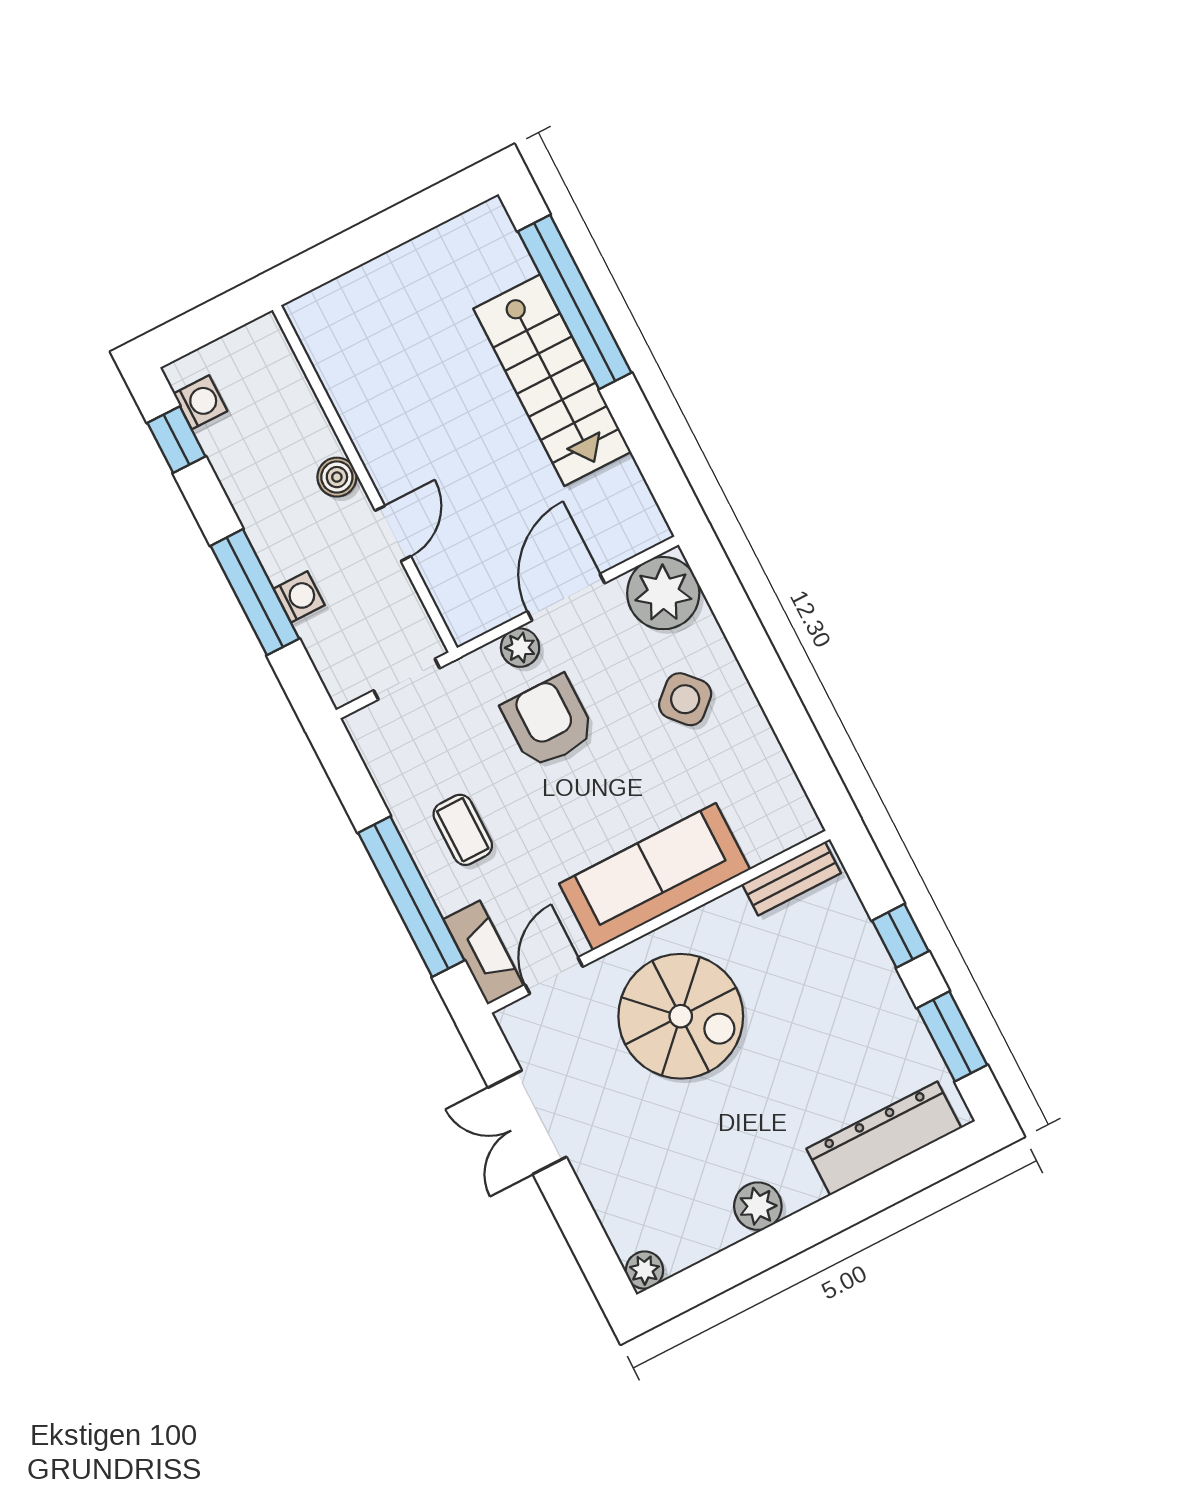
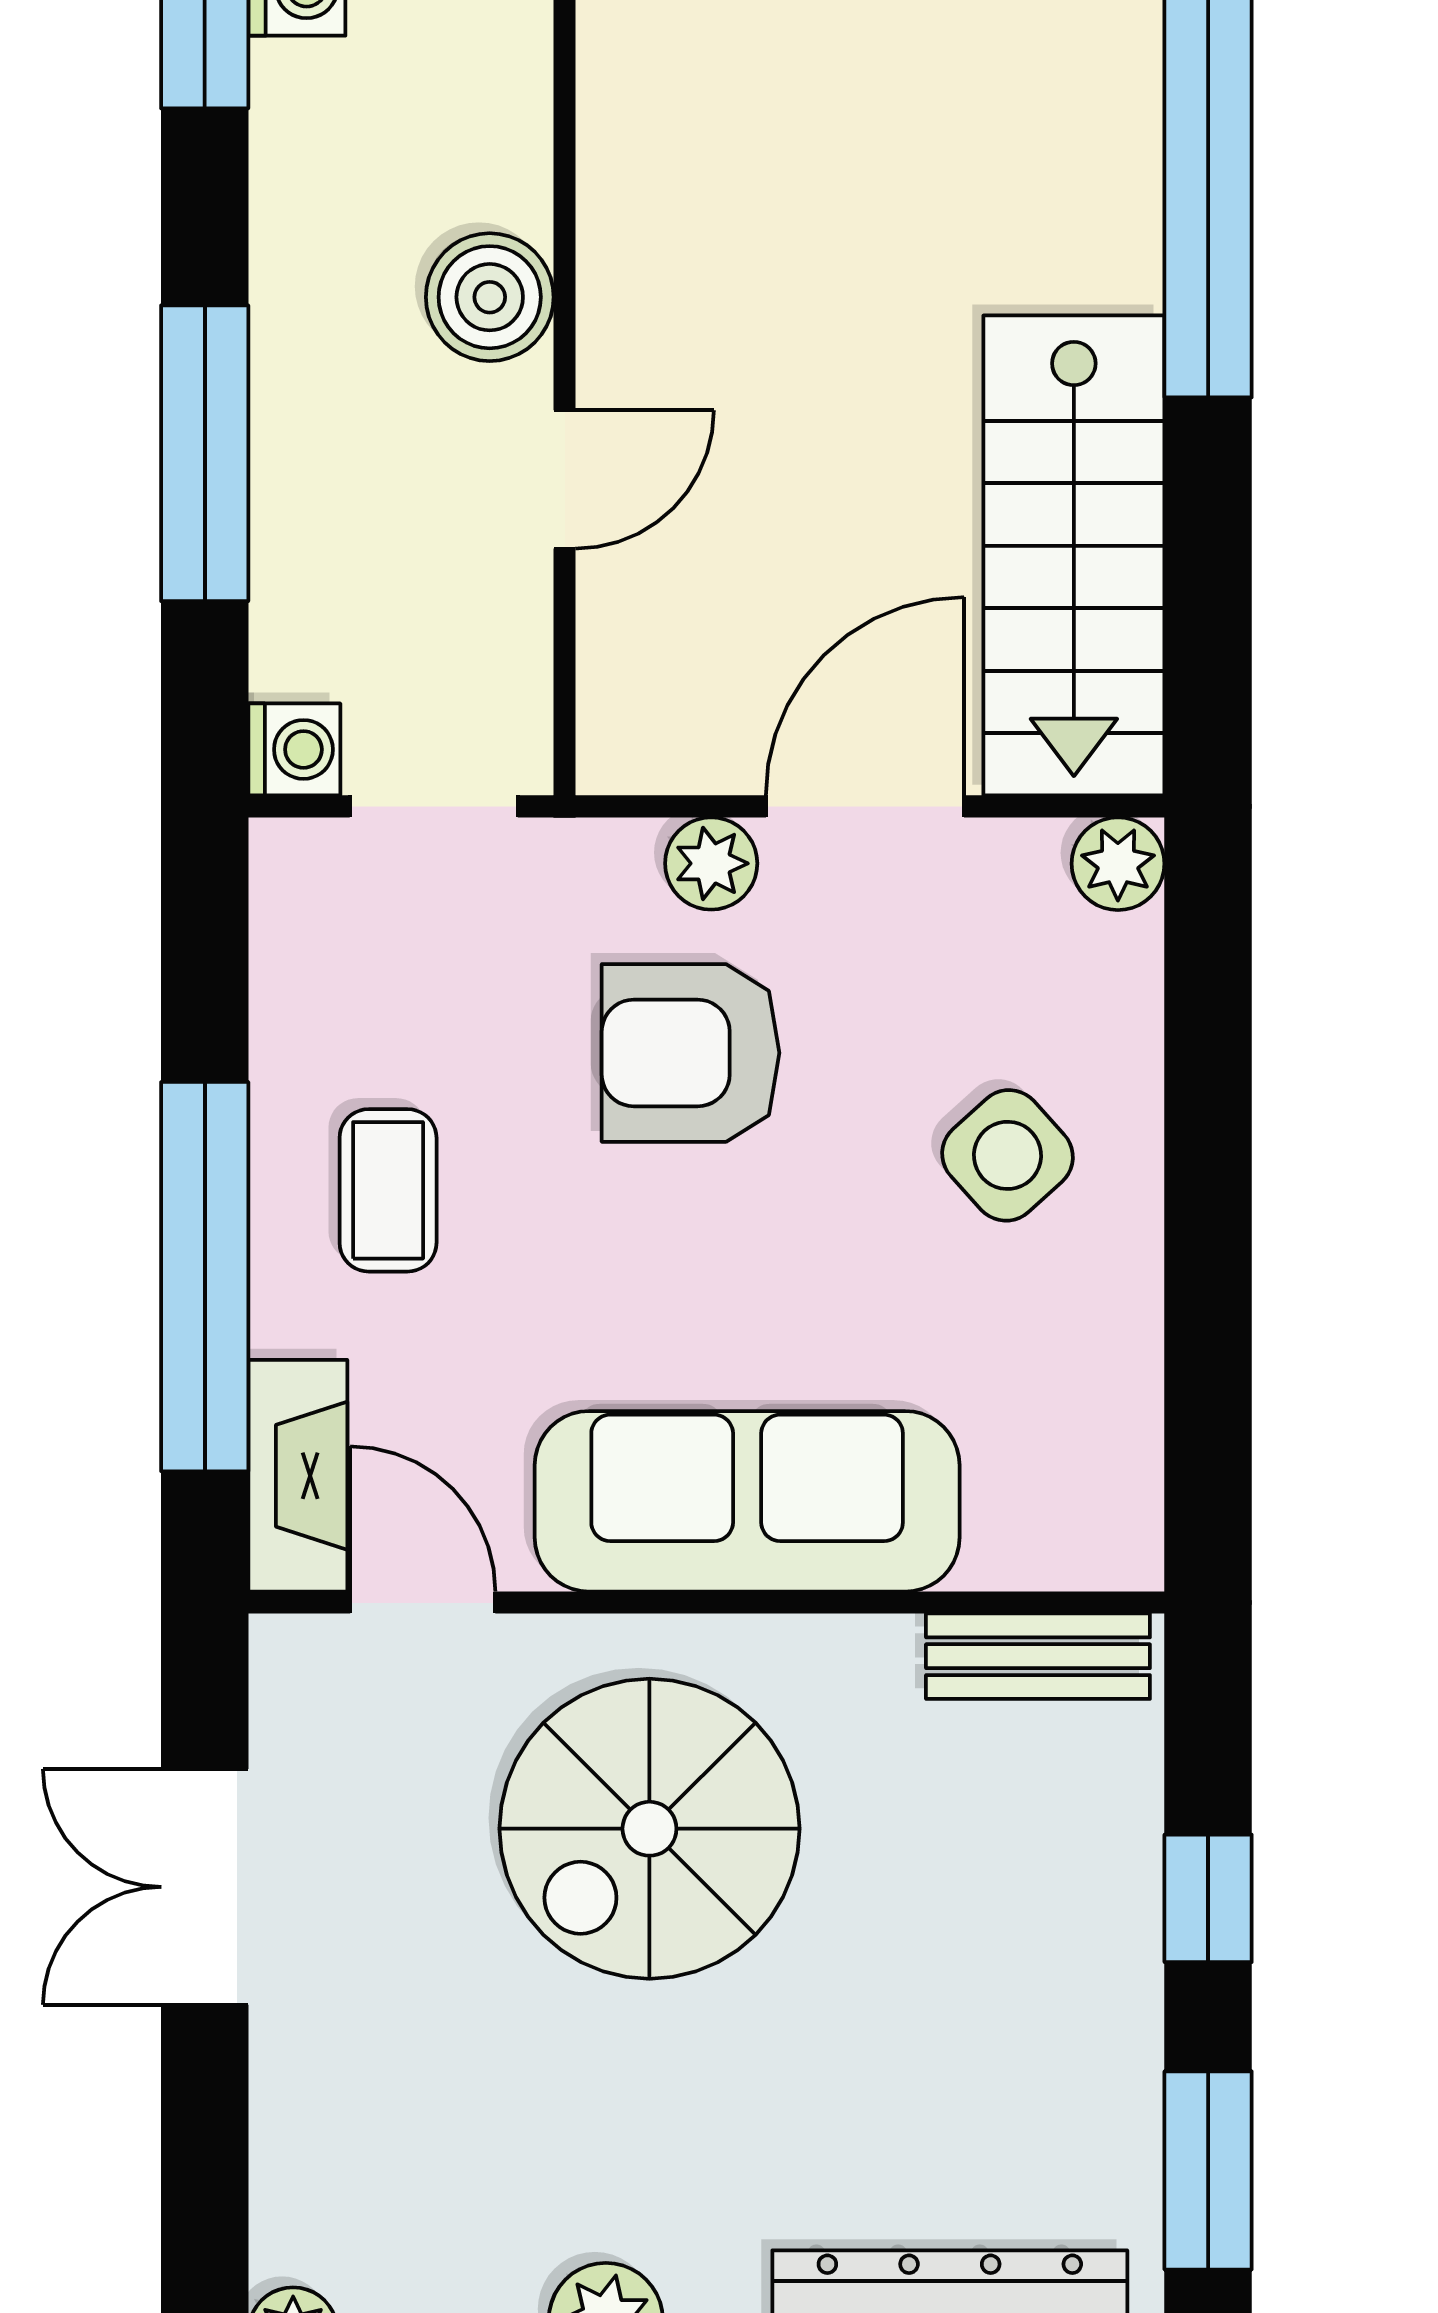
stairs: (552, 380) -> (1074, 555), moved
boiler: (337, 477) -> (490, 297), width x1.36, depth x1.36
plant: (663, 593) -> (1118, 864), width x0.53, depth x0.53
washing machine: (299, 597) -> (294, 749), moved
armchair: (548, 722) -> (691, 1053), turned -90
door: (554, 976) -> (423, 1603), hinge flipped
spiral stairs: (681, 1016) -> (649, 1829), turned 90

